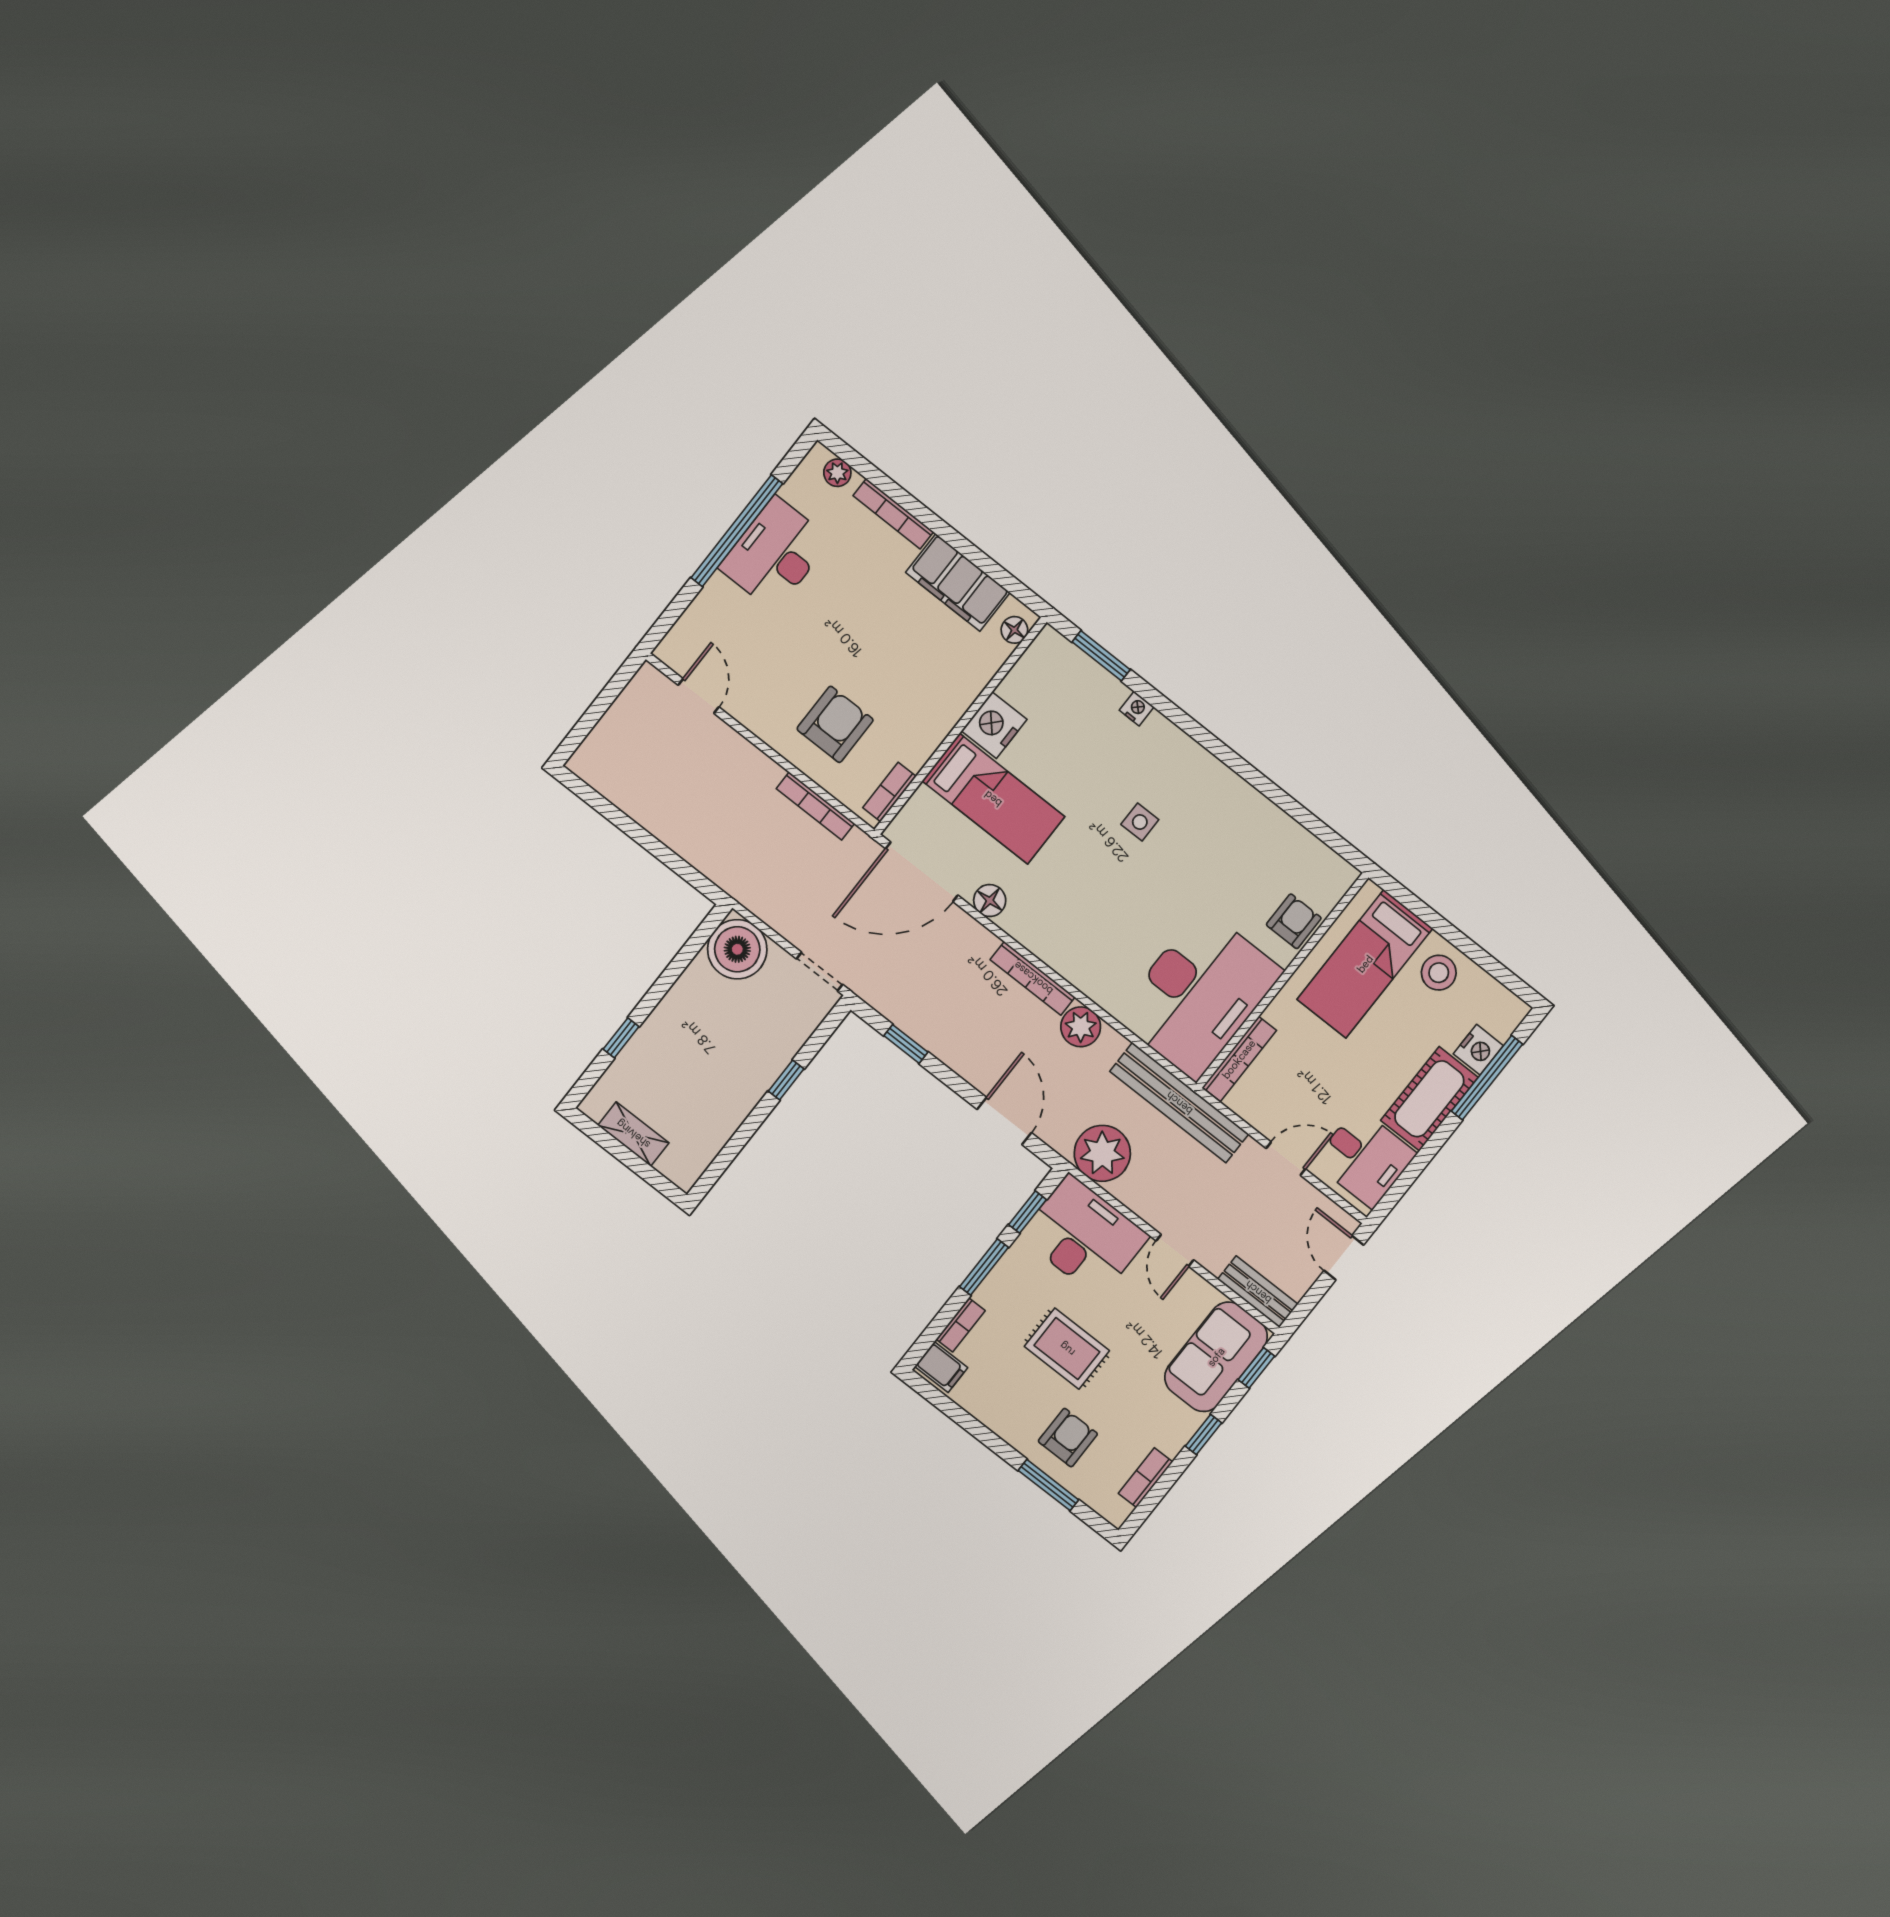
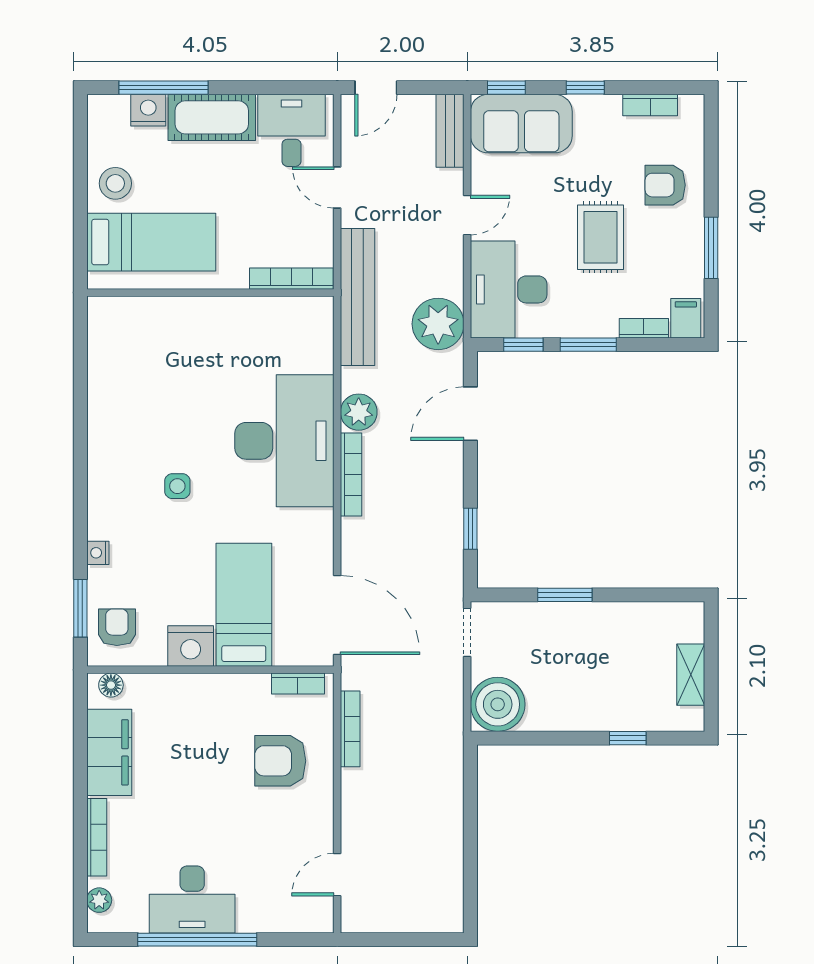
floor lamp: (990, 901) -> (319, 550), removed
armchair: (1294, 921) -> (117, 627), moved, turned 90
desk: (1199, 994) -> (284, 441), moved, turned 90
window: (786, 1080) -> (565, 595), width x1.50
window: (1048, 1485) -> (711, 248), moved

